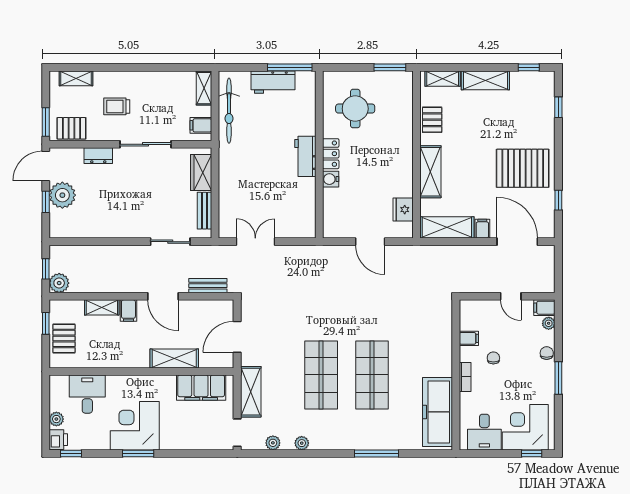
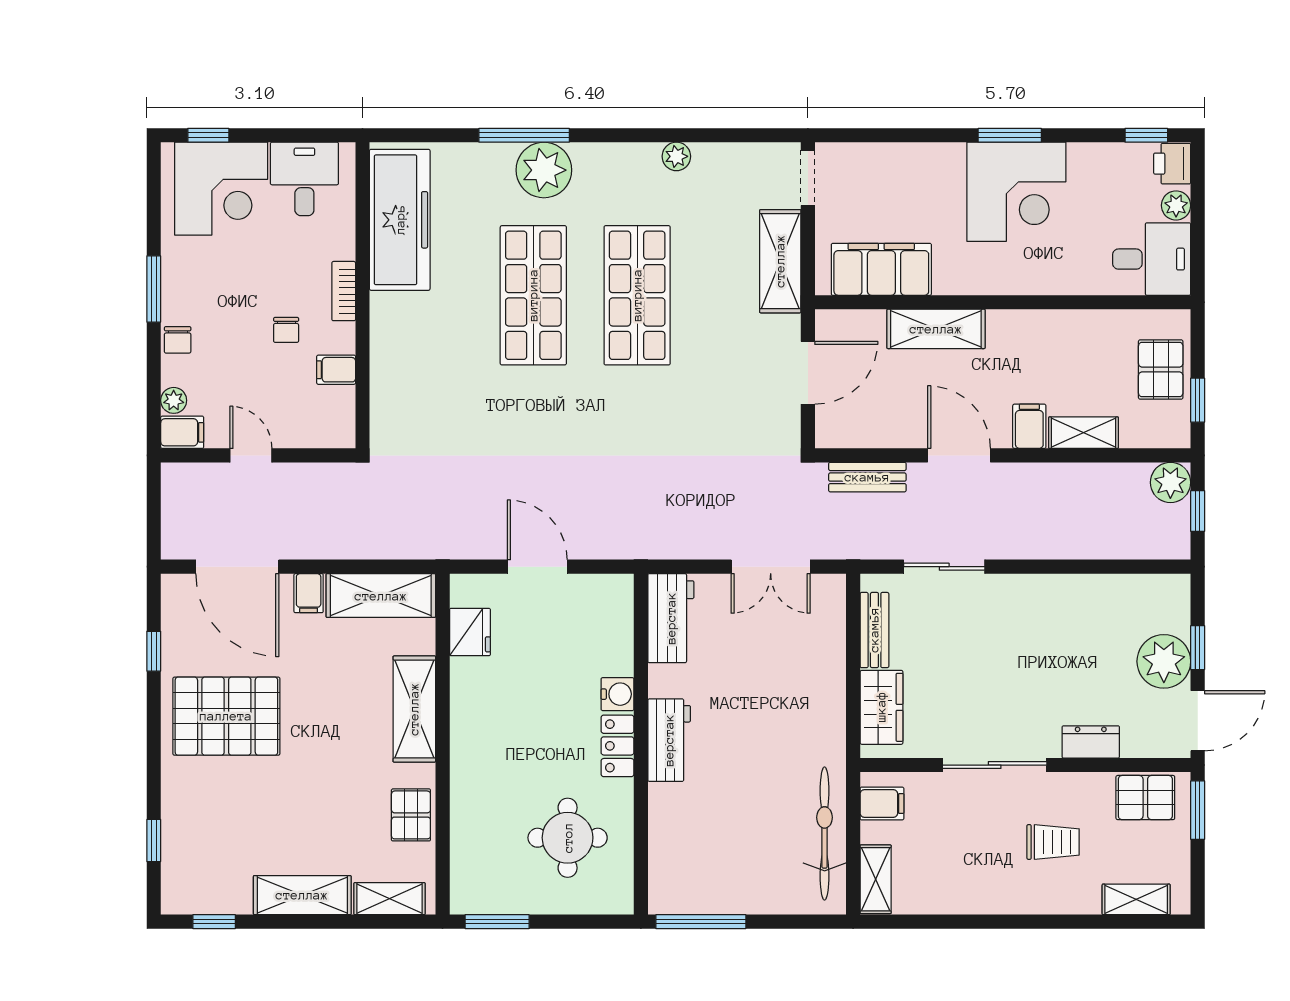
workbench: (273, 82) -> (671, 618), moved, turned 90
desk: (87, 394) -> (1152, 259), moved, turned -90
plant: (273, 443) -> (544, 170), moved, width x1.87, depth x1.87

